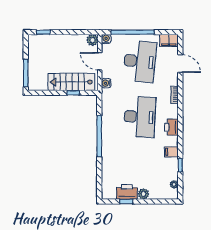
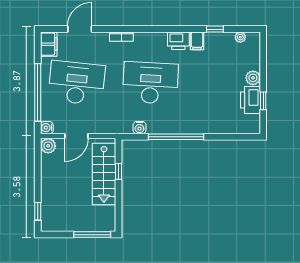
water cooler: (106, 83) -> (139, 128), moved
printer: (171, 127) -> (178, 41), moved

